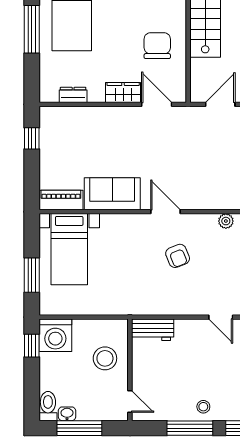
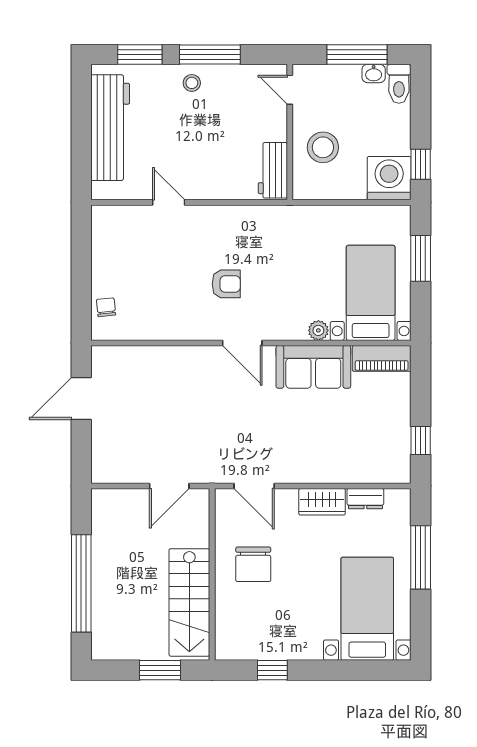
window: (32, 29) -> (421, 557), moved
wardrobe: (123, 92) -> (322, 502), moved
plant: (226, 221) -> (318, 330), moved
armchair: (178, 256) -> (226, 284), turned 112
workbench: (153, 330) -> (273, 170), moved, turned -90

